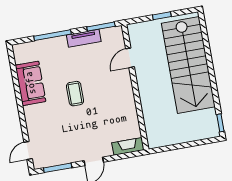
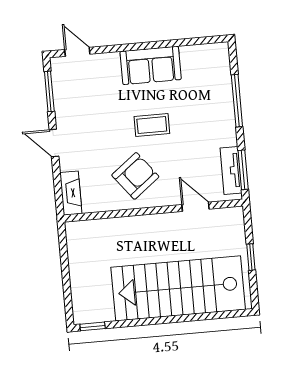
tv unit: (84, 38) -> (231, 170), moved
sofa: (30, 83) -> (151, 65), moved
armchair: (112, 102) -> (135, 176), added

